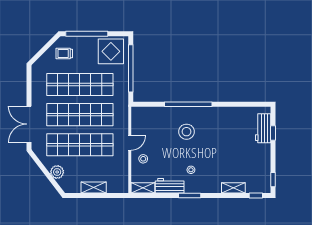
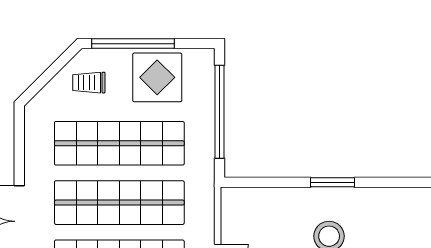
display table: (111, 51) -> (157, 77), moved
window: (188, 104) -> (333, 182), width x0.47

